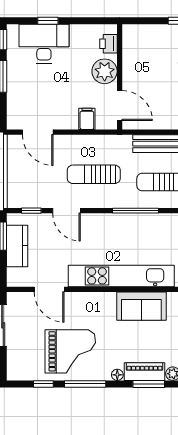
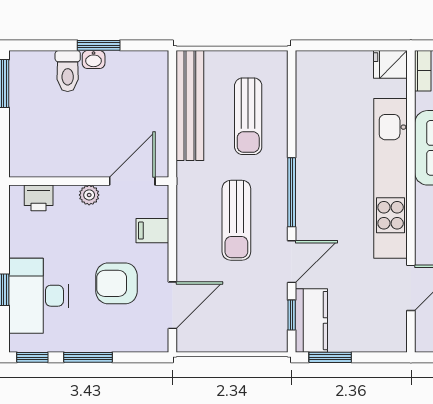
plant: (105, 71) -> (89, 195), width x0.53, depth x0.53
armchair: (52, 95) -> (117, 283), added
window: (135, 211) -> (292, 192), moved
kitchen counter: (17, 246) -> (311, 321), moved, turned 90

